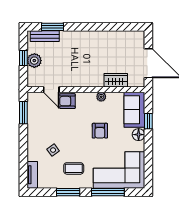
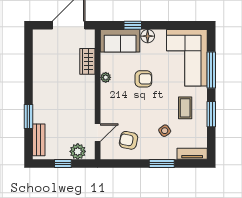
window: (52, 27) -> (29, 116), moved
plant: (34, 61) -> (78, 151), moved
armchair: (67, 101) -> (129, 140), moved, turned 102
window: (23, 113) -> (162, 164), moved

